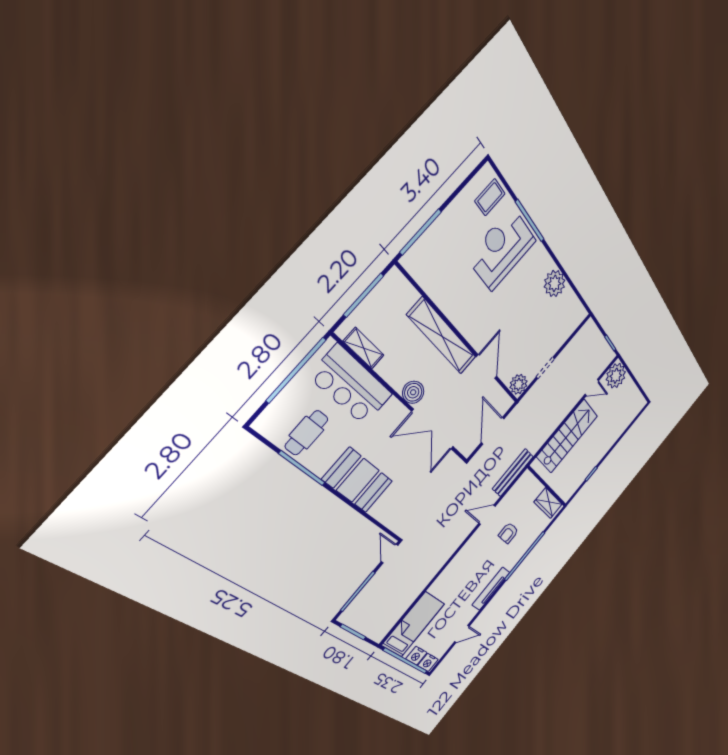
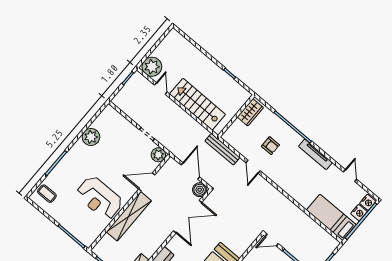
reception desk: (502, 249) -> (99, 198), moved
boiler: (413, 392) -> (200, 190), moved
door: (493, 431) -> (190, 171), swing flipped

